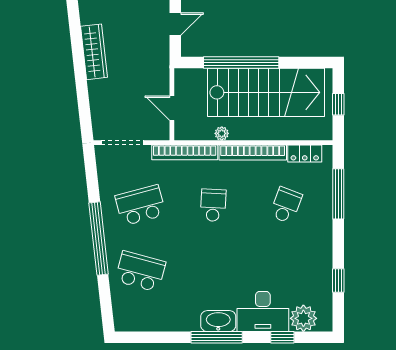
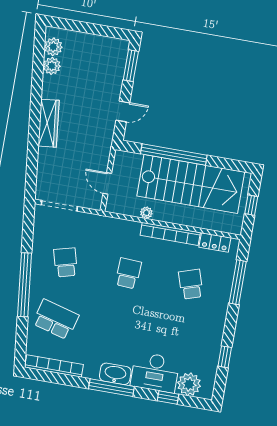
bookcase: (185, 152) -> (54, 366), moved, turned 180
school desk: (140, 205) -> (66, 262), width x0.54
school desk: (286, 205) -> (191, 284), turned -39

